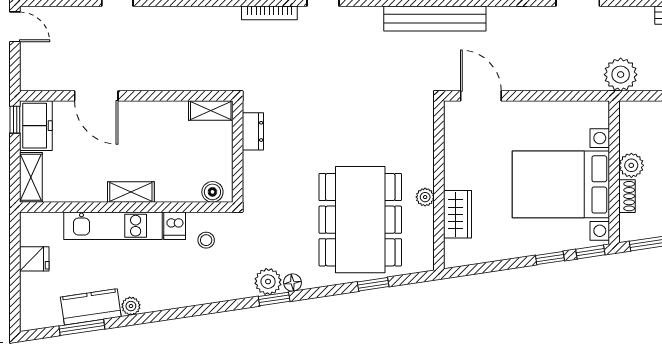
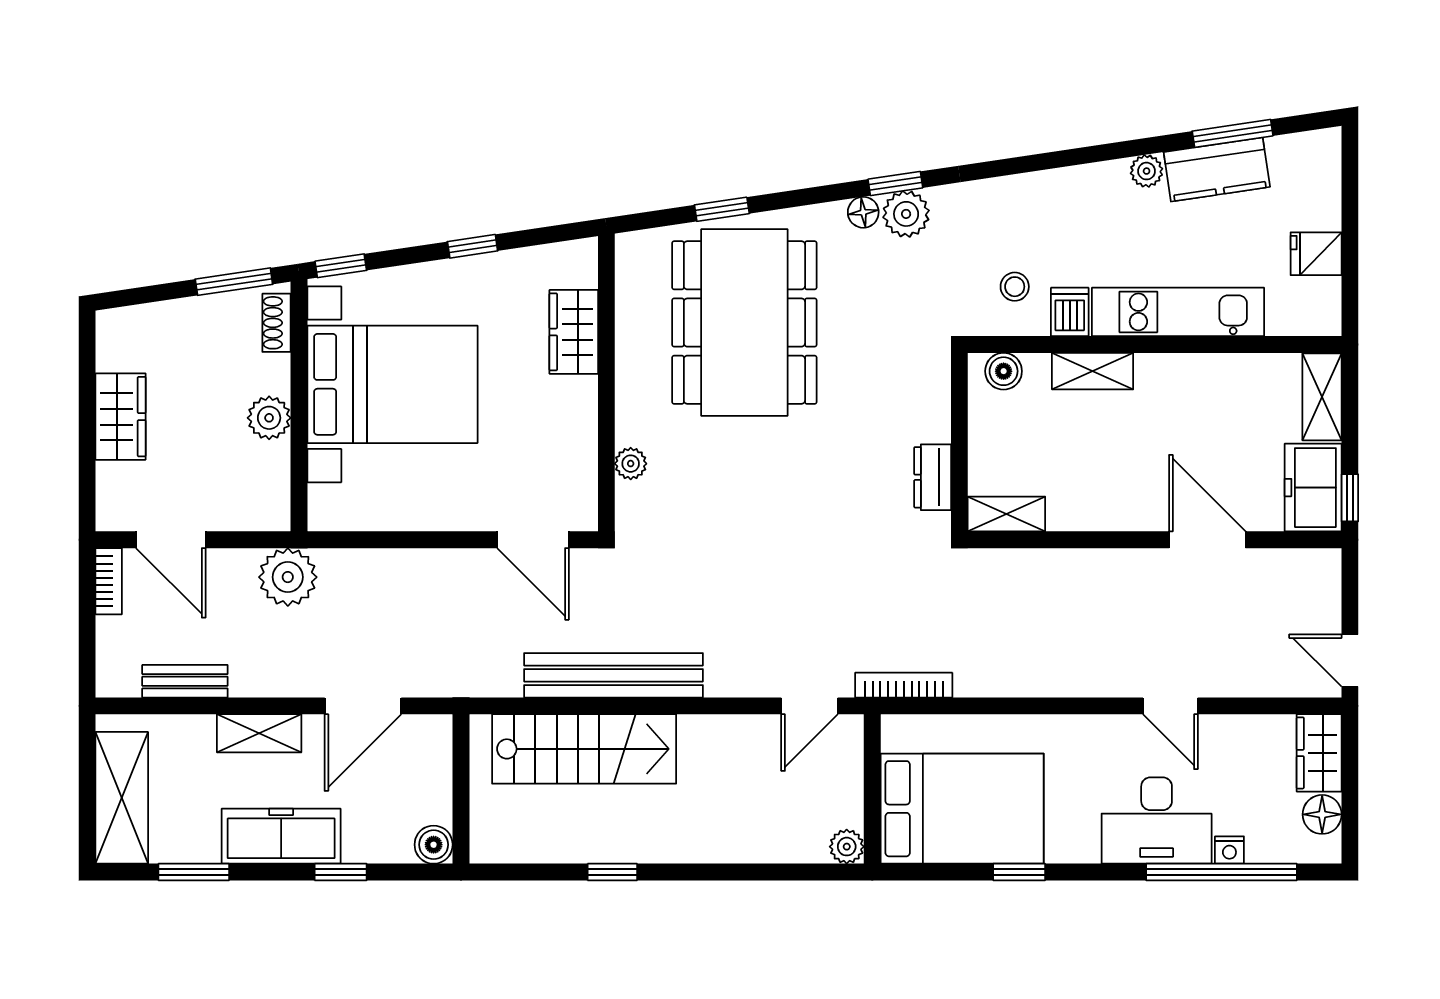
shelving: (131, 192) -> (1093, 371), moved
shoe rack: (627, 196) -> (277, 323), moved
plant: (425, 197) -> (631, 464), moved
window: (550, 258) -> (473, 246), moved

